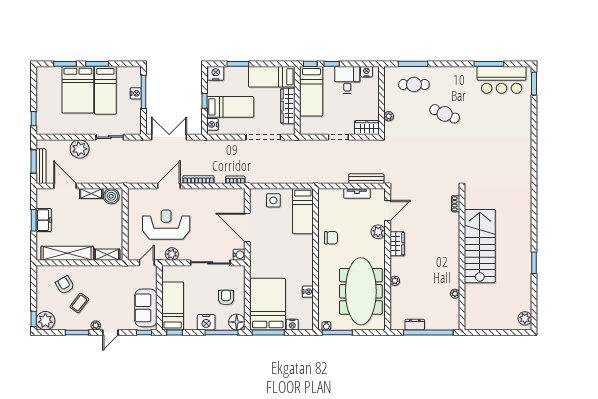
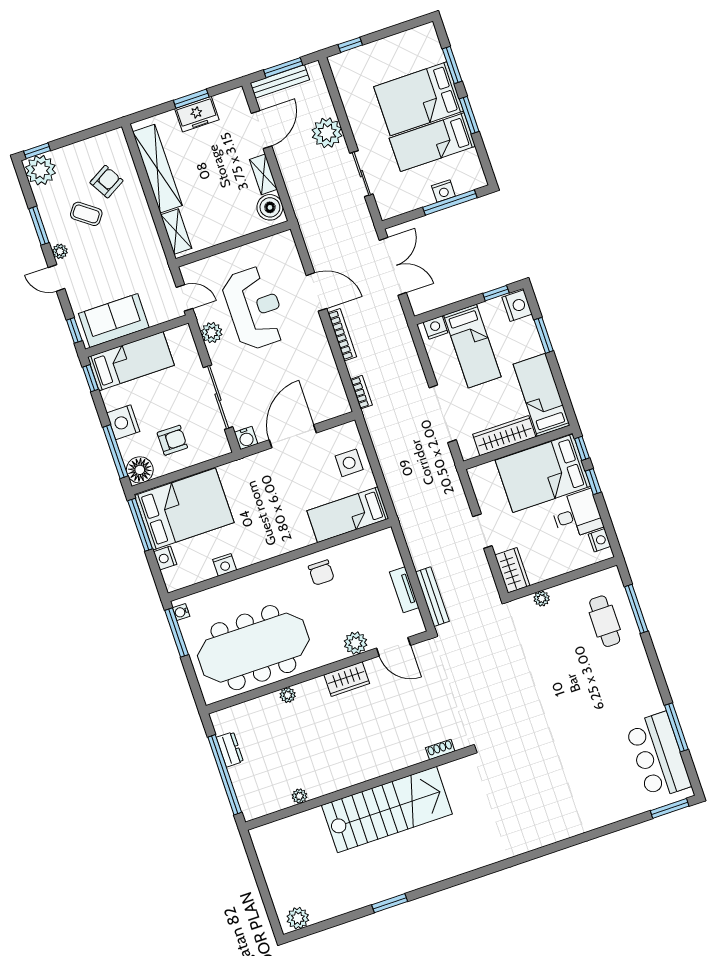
bed: (311, 91) -> (543, 473), width x1.50
window: (204, 101) -> (496, 293), moved
cafe table: (445, 114) -> (575, 685), removed

